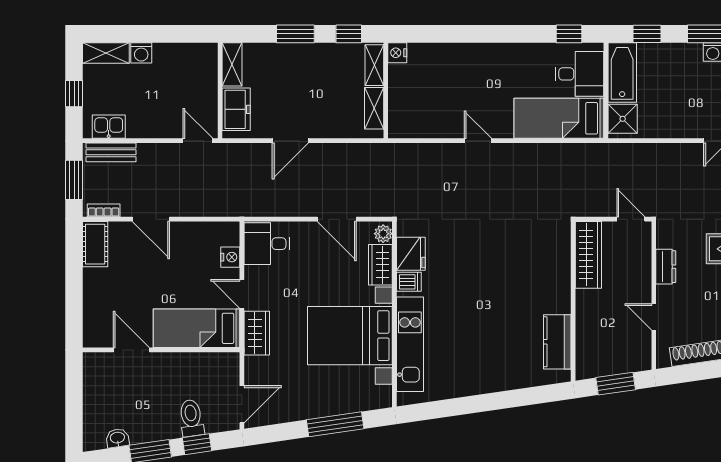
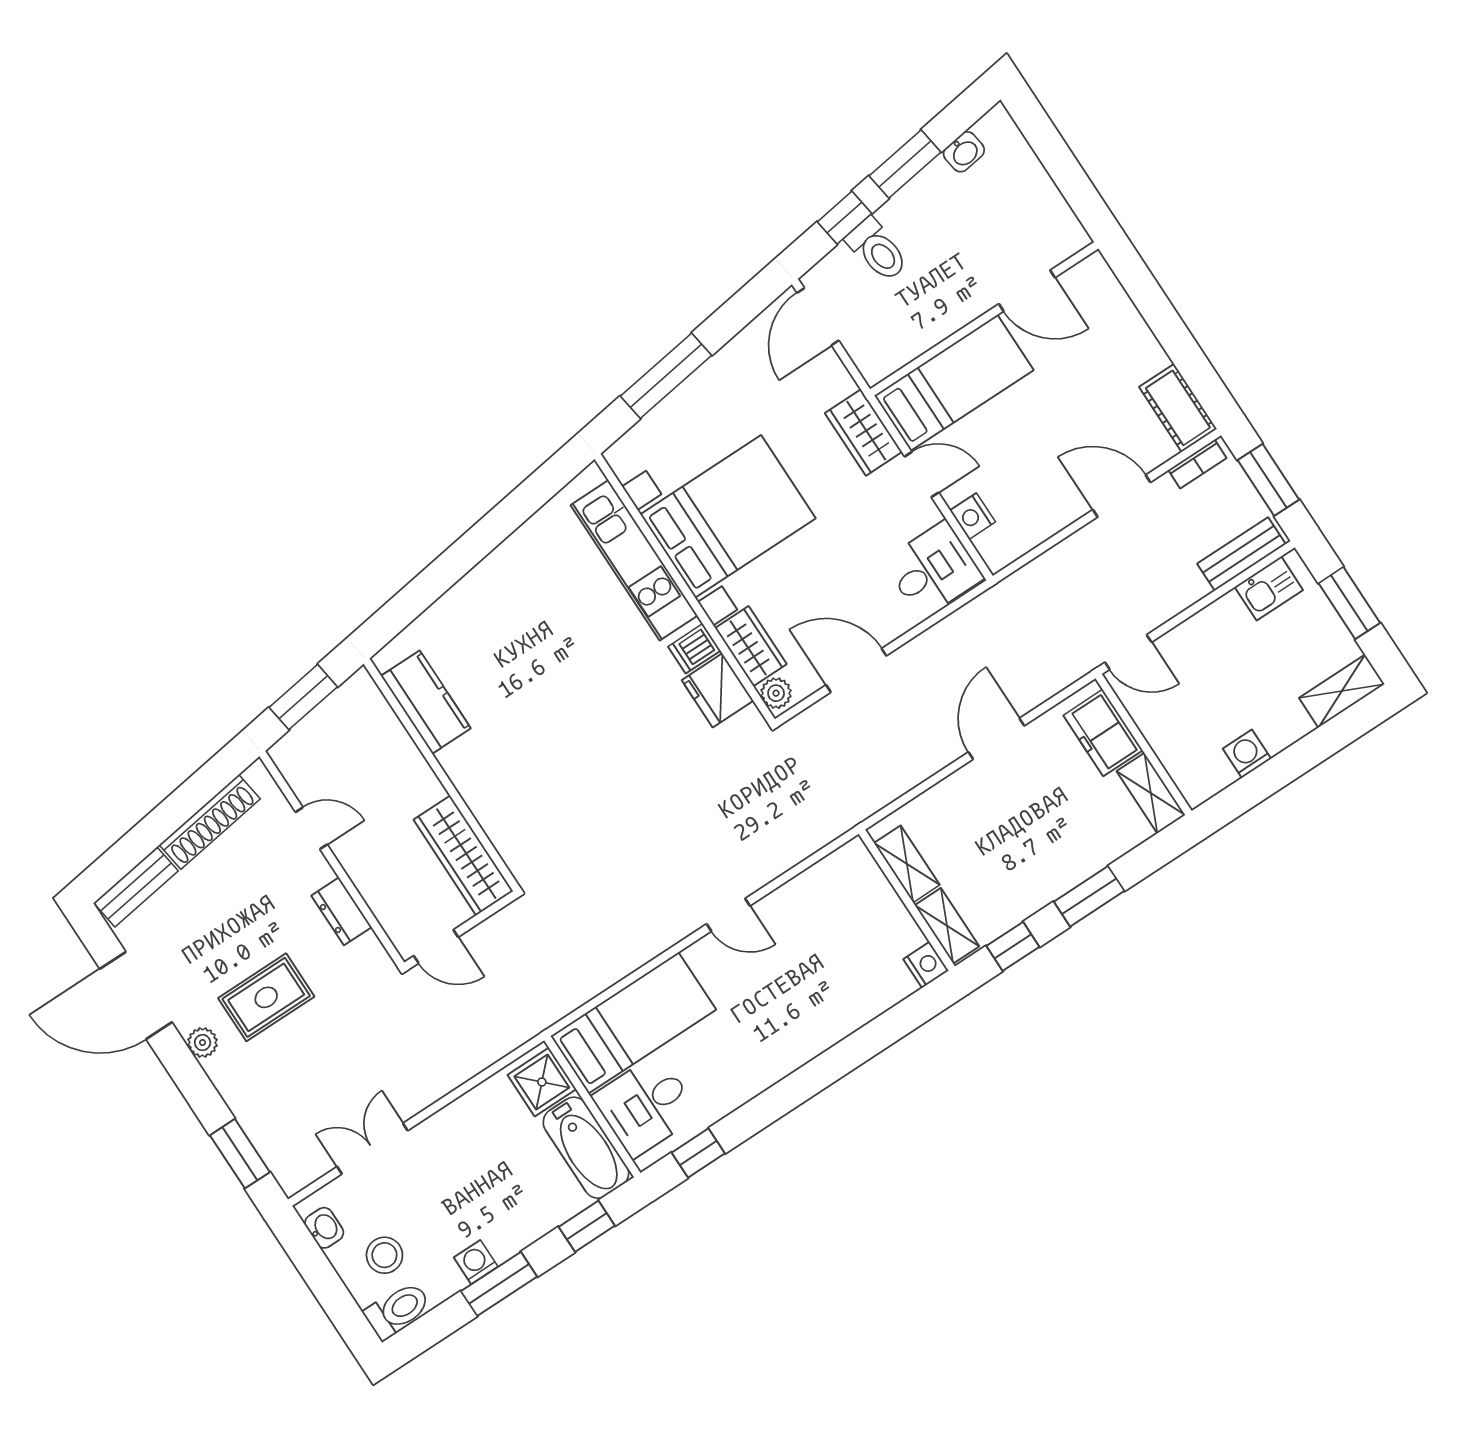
washing machine: (141, 53) -> (1247, 754), moved
window: (74, 94) -> (1349, 603), width x1.50

